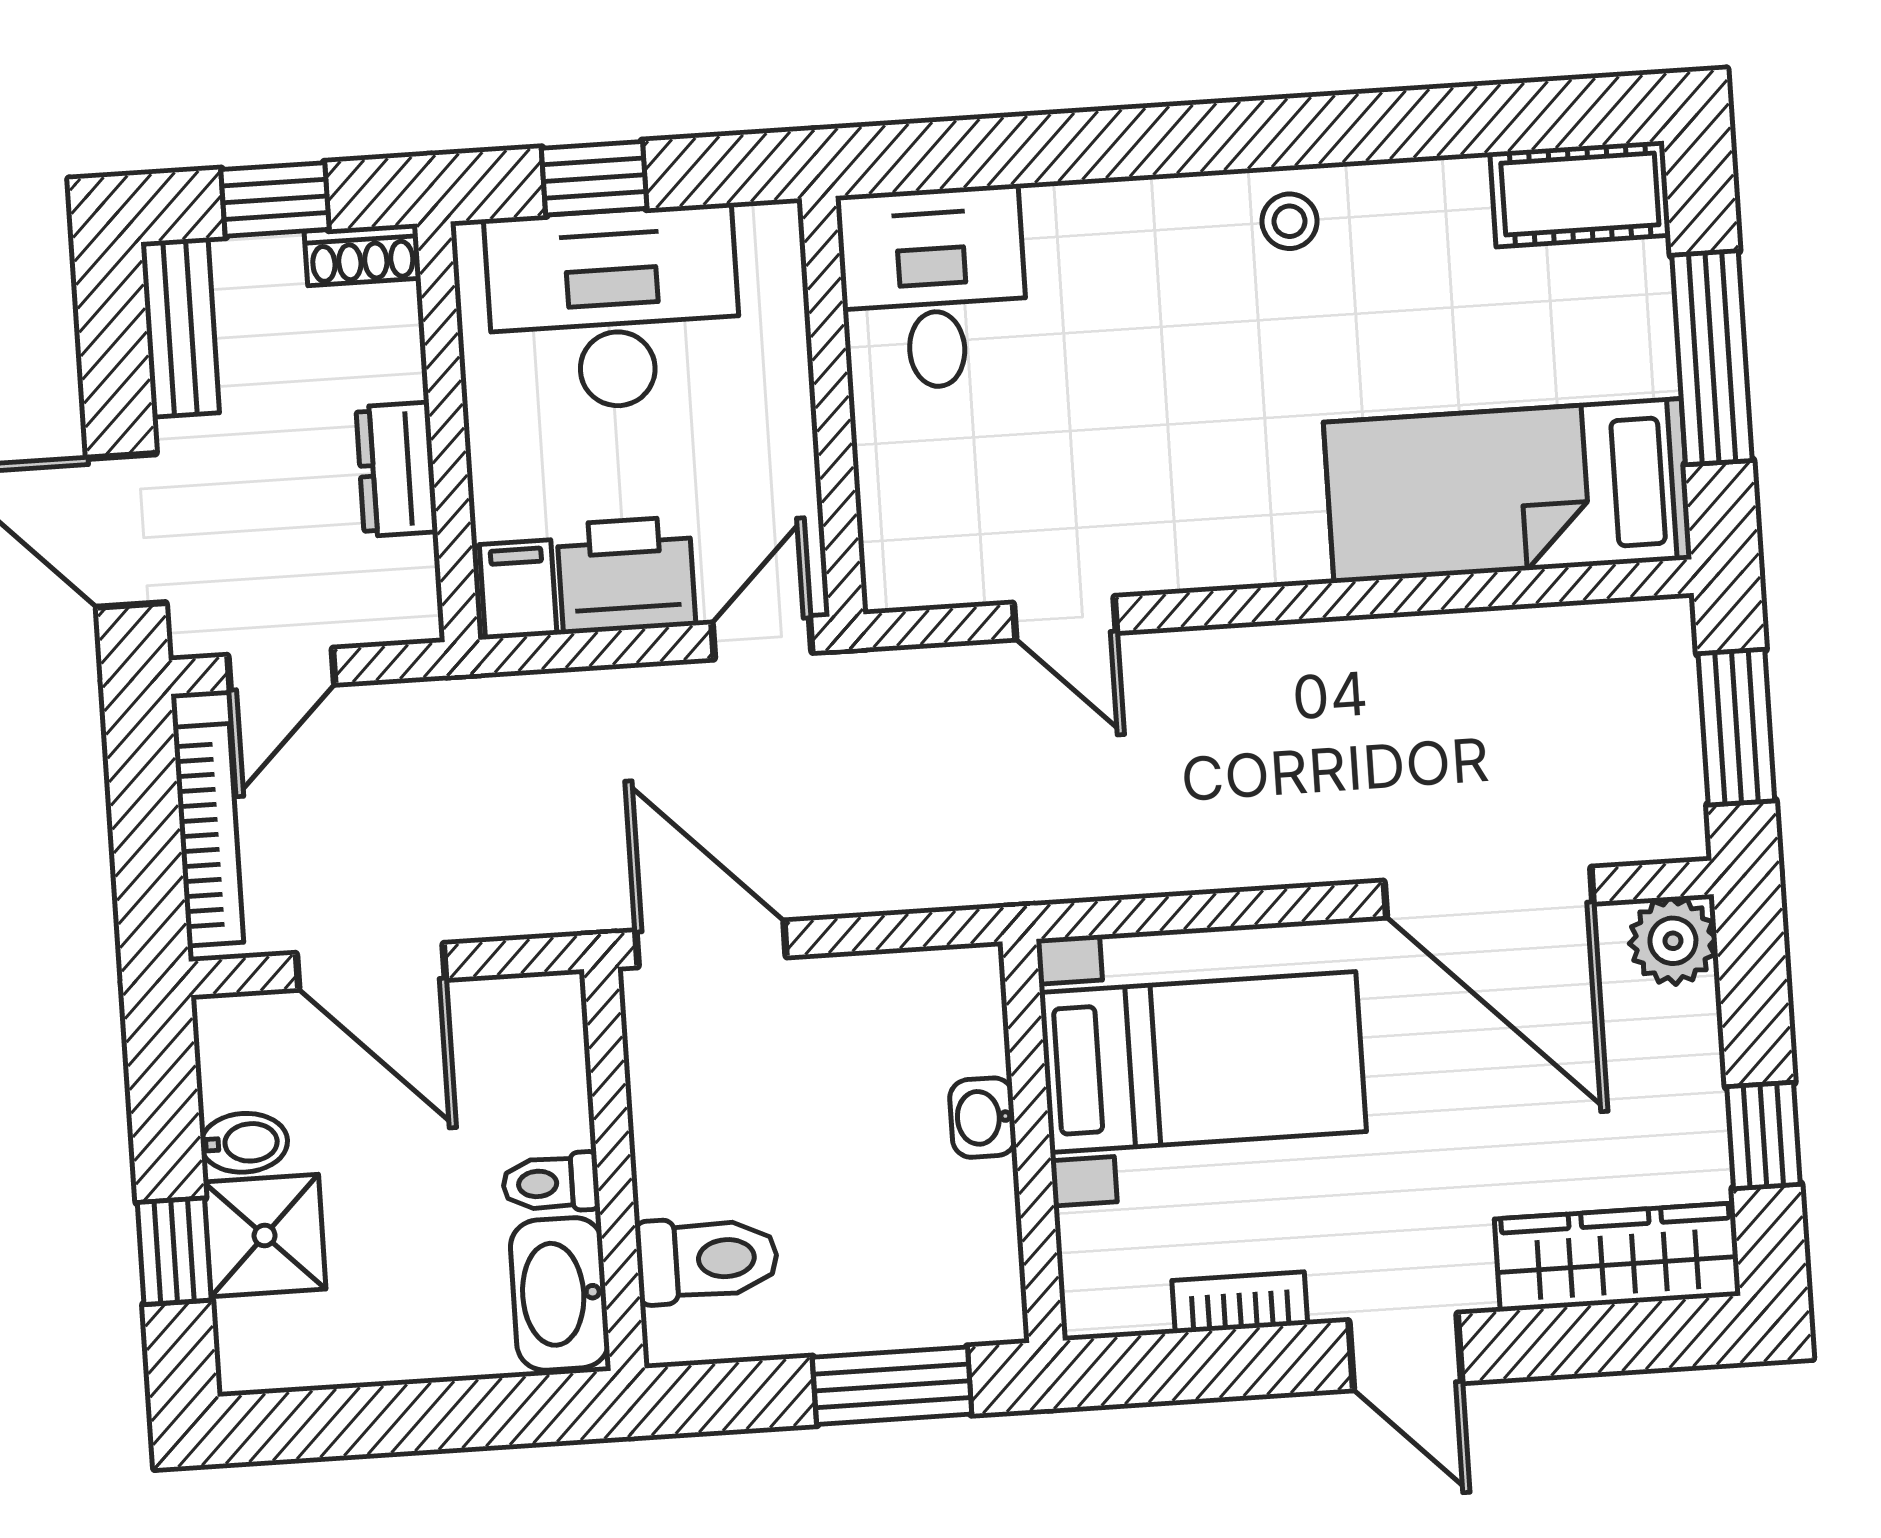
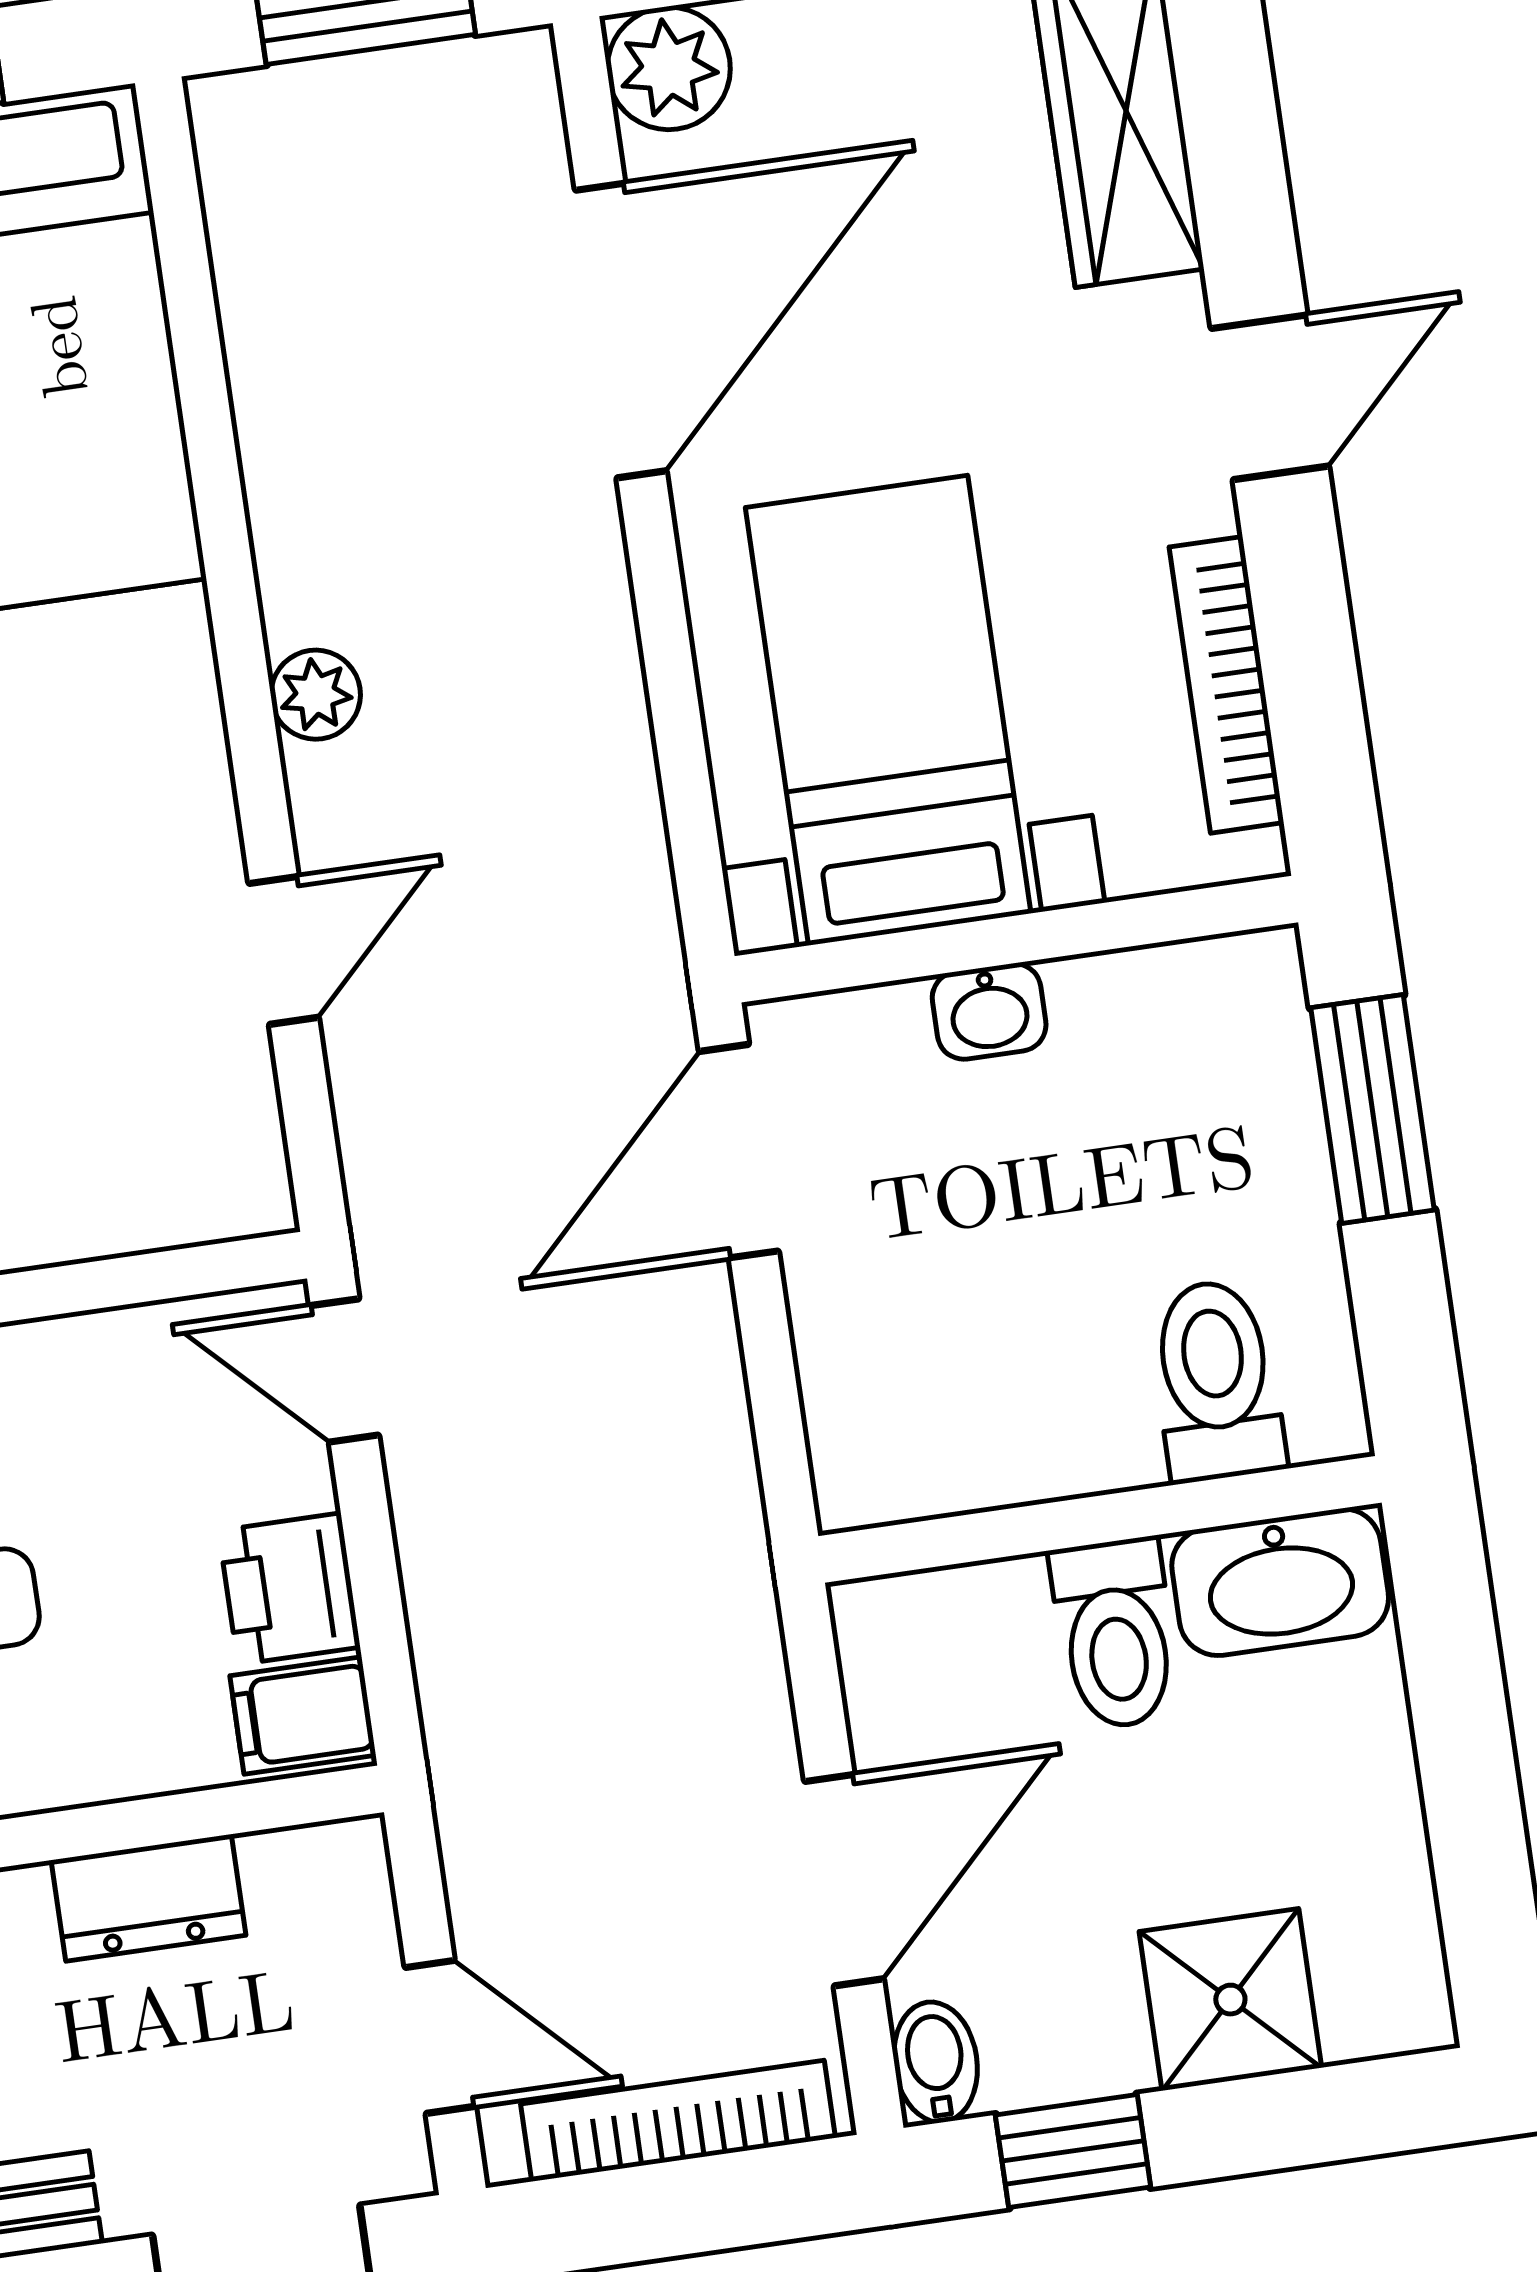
printer: (626, 575) -> (289, 1589), width x0.73, depth x0.81
plant: (1246, 655) -> (316, 695), added
door: (711, 944) -> (739, 1151), moved
bidet: (244, 1143) -> (936, 2062), moved
toilet: (551, 1183) -> (1115, 1634), width x1.37, depth x1.39
window: (174, 1251) -> (1073, 2151), moved
bookcase: (1240, 1302) -> (1227, 685), width x1.56

